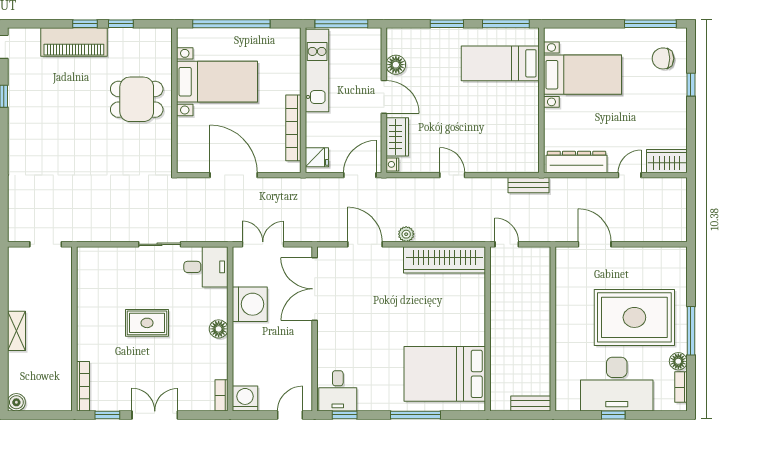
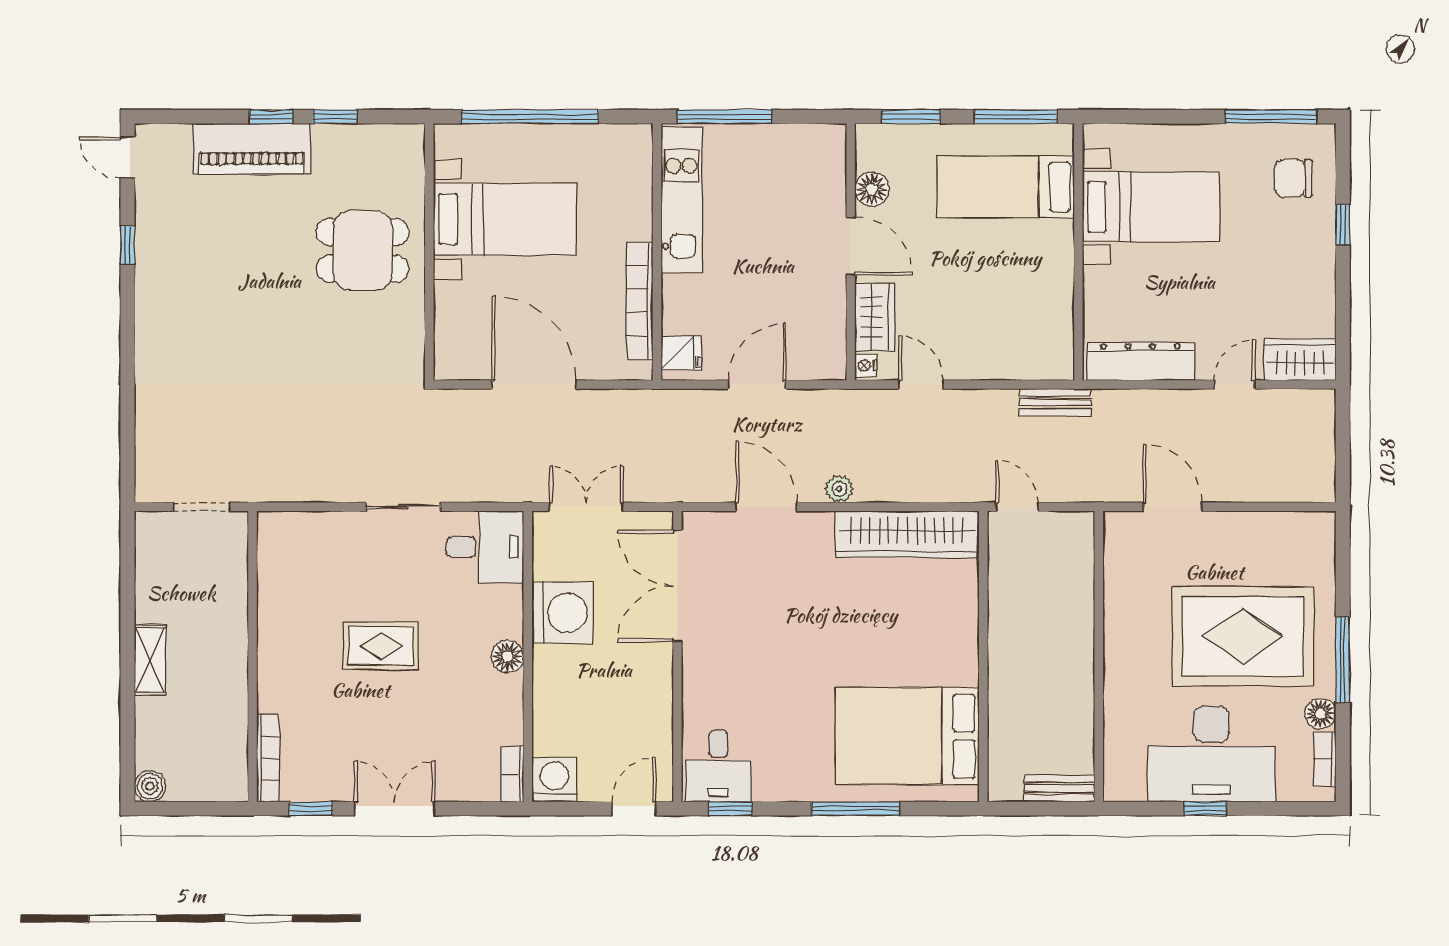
floor lamp: (396, 65) -> (872, 189), moved
door: (384, 97) -> (851, 246), moved
wall: (384, 100) -> (851, 252), moved
wardrobe: (397, 137) -> (874, 317), moved
nightstand: (392, 164) -> (866, 366), moved

